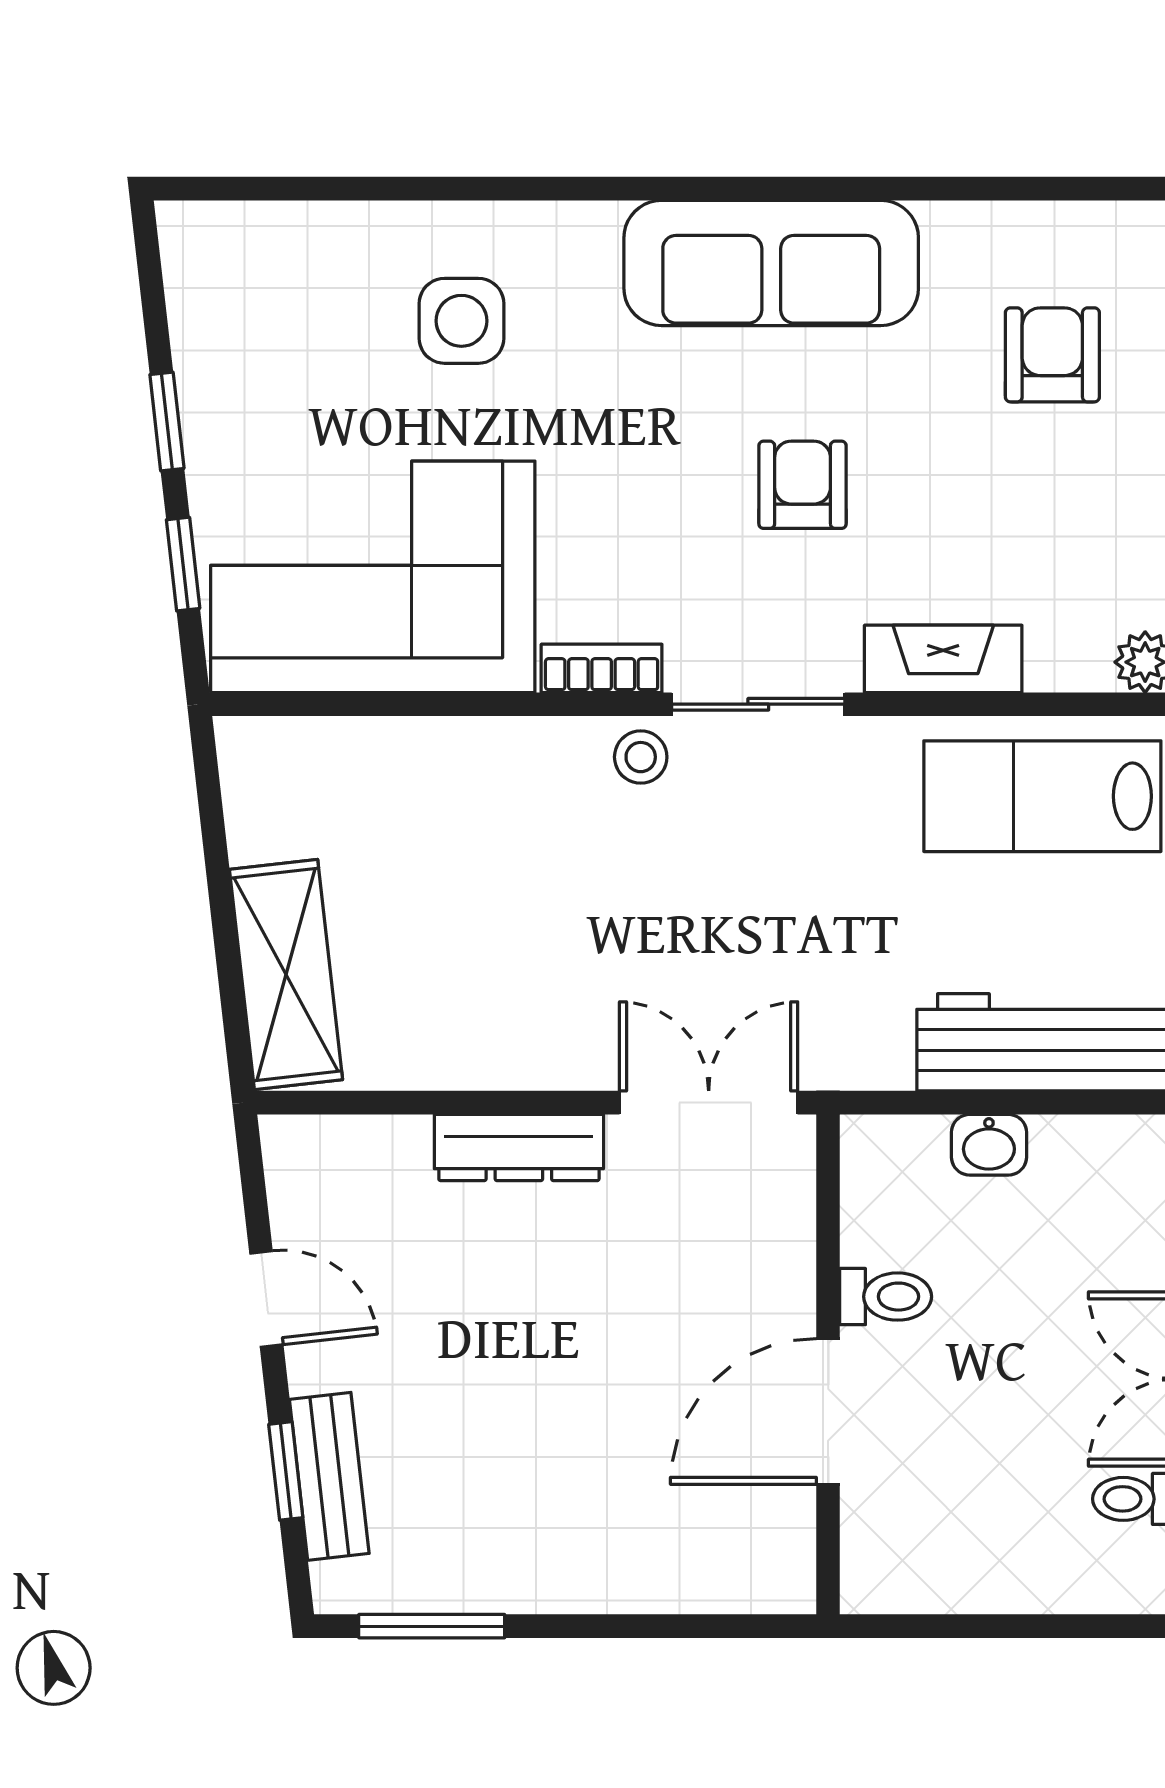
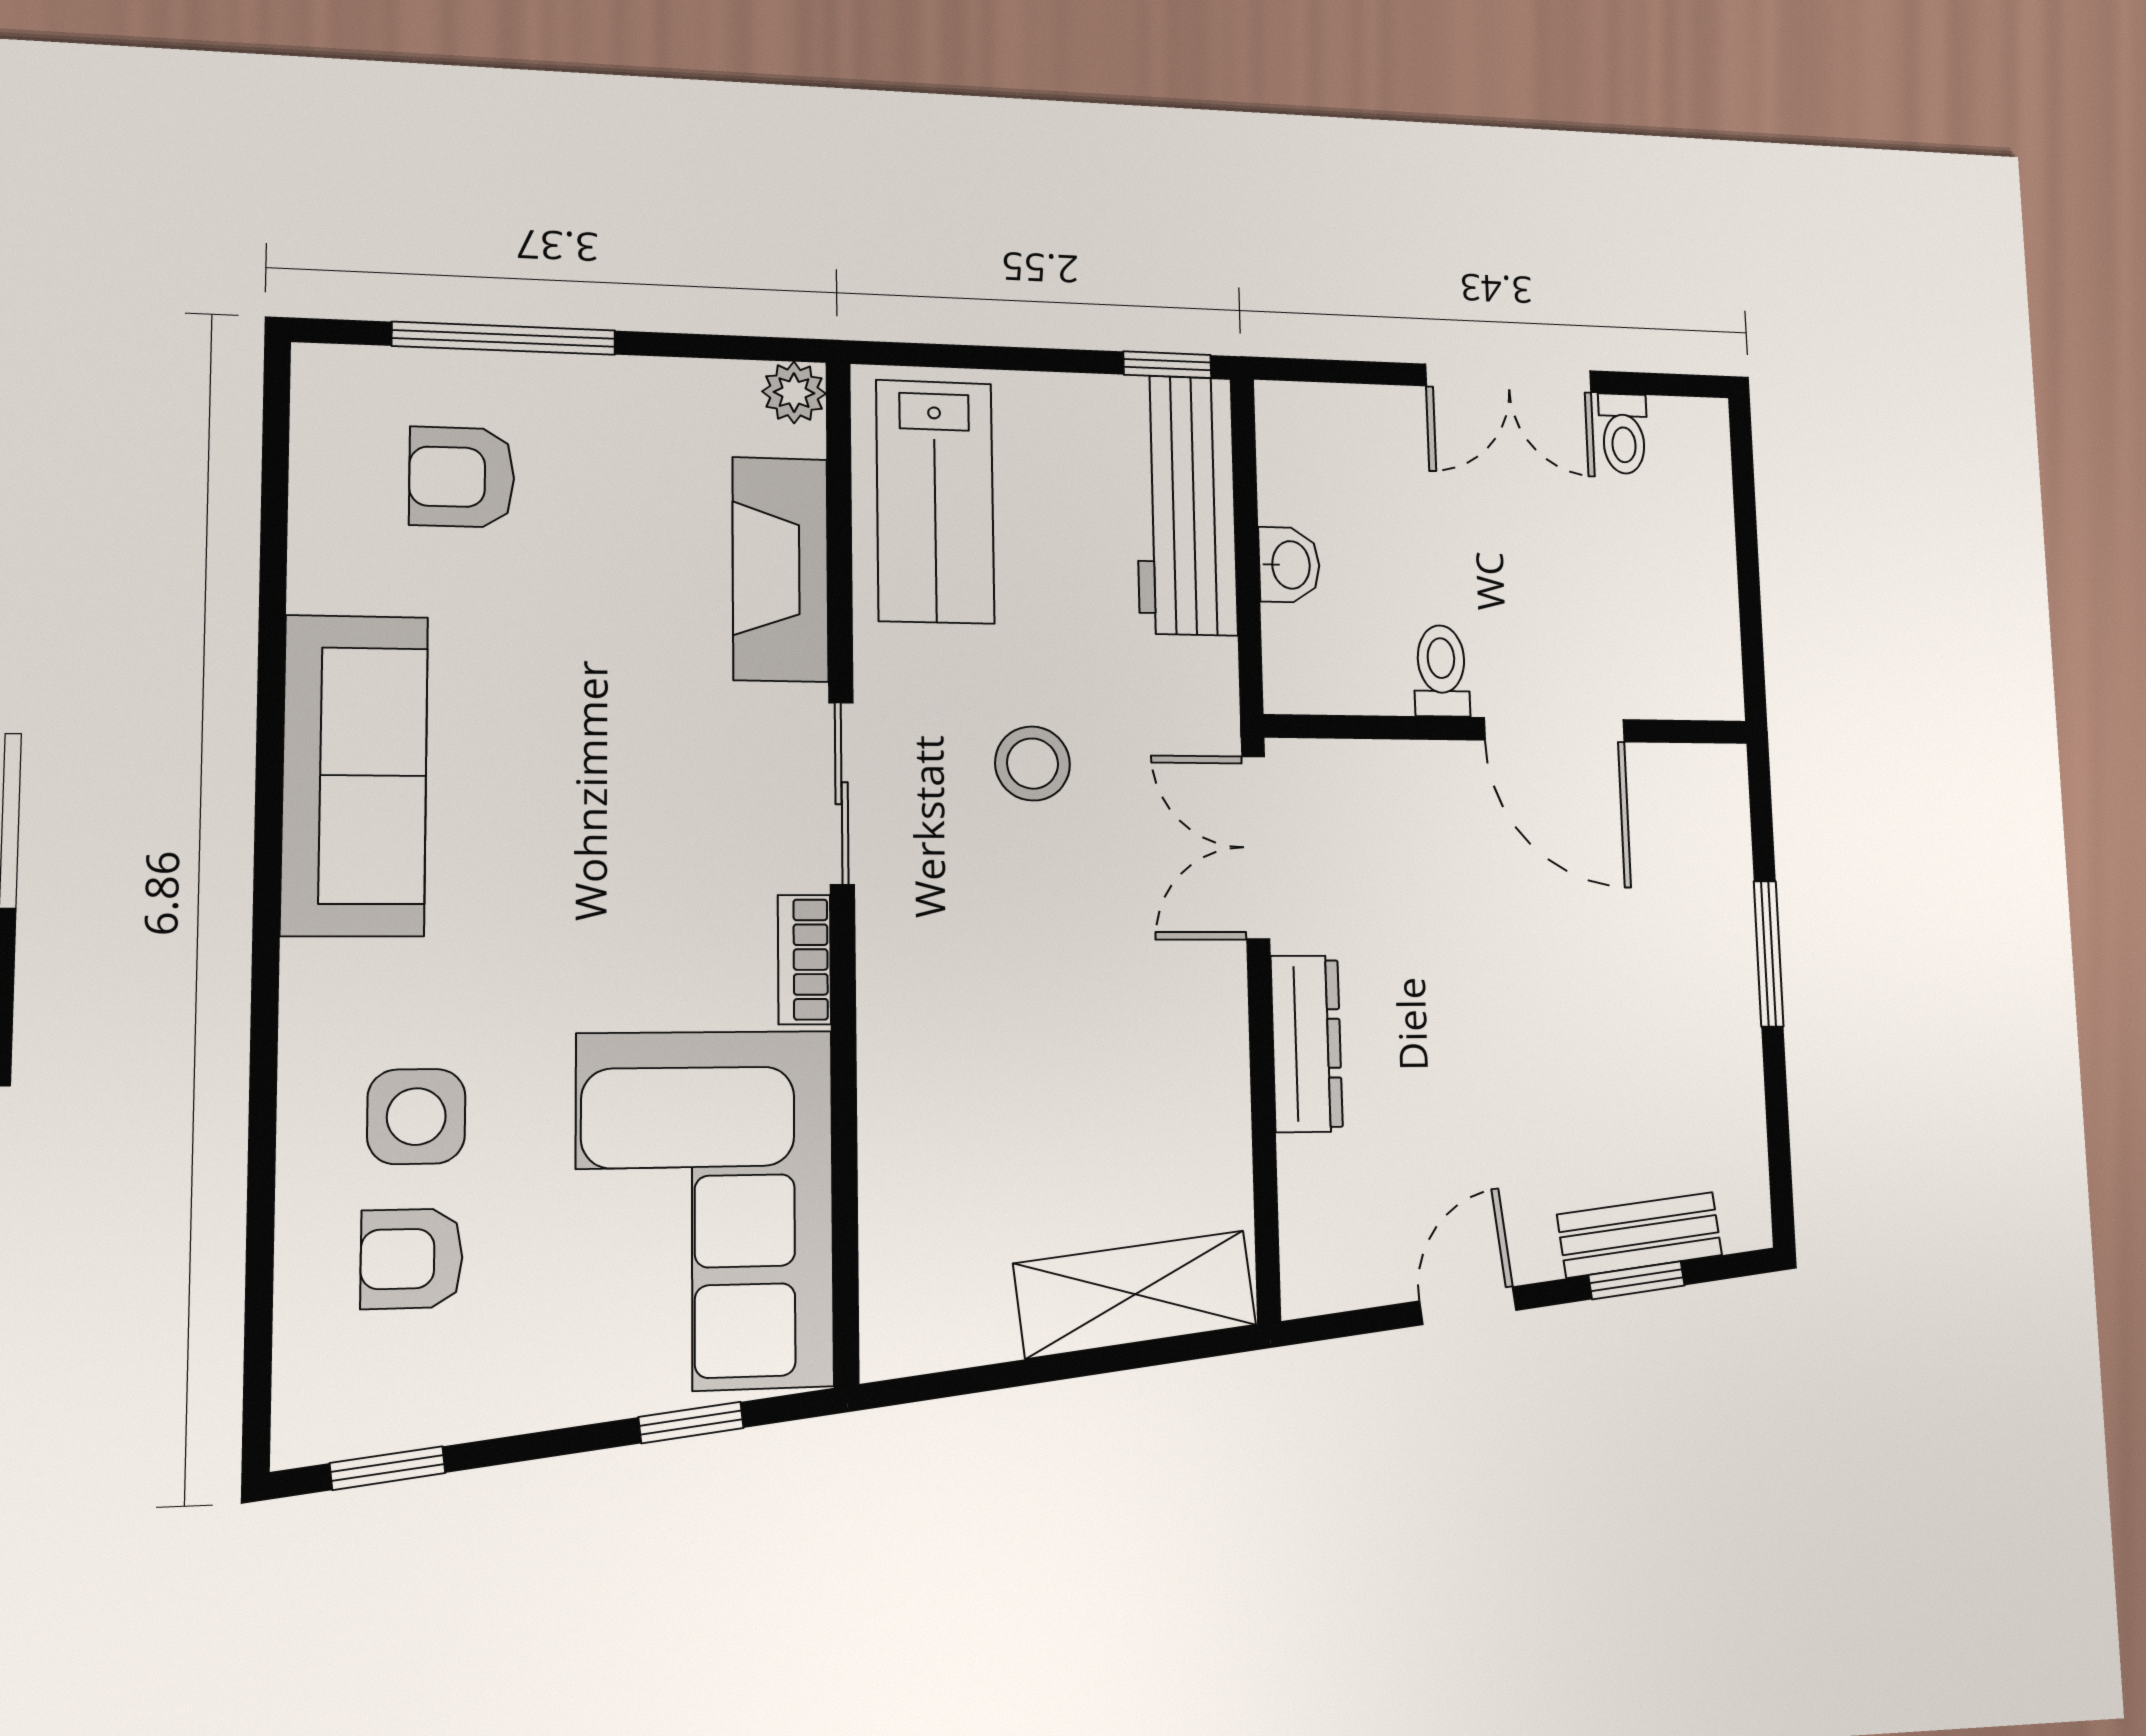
window: (167, 421) -> (388, 1468), moved
armchair: (803, 485) -> (412, 1259), moved
fireplace: (943, 659) -> (780, 569), width x1.37, depth x1.32
stool: (641, 757) -> (1032, 764), moved, width x1.37, depth x1.37
window: (432, 1626) -> (1769, 954), moved

